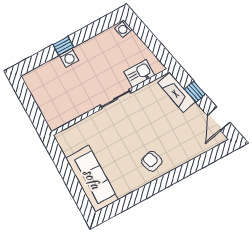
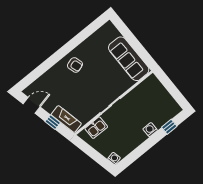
window: (63, 46) -> (169, 127), moved
door: (219, 119) -> (32, 105), hinge flipped
sofa: (92, 179) -> (129, 59), moved

